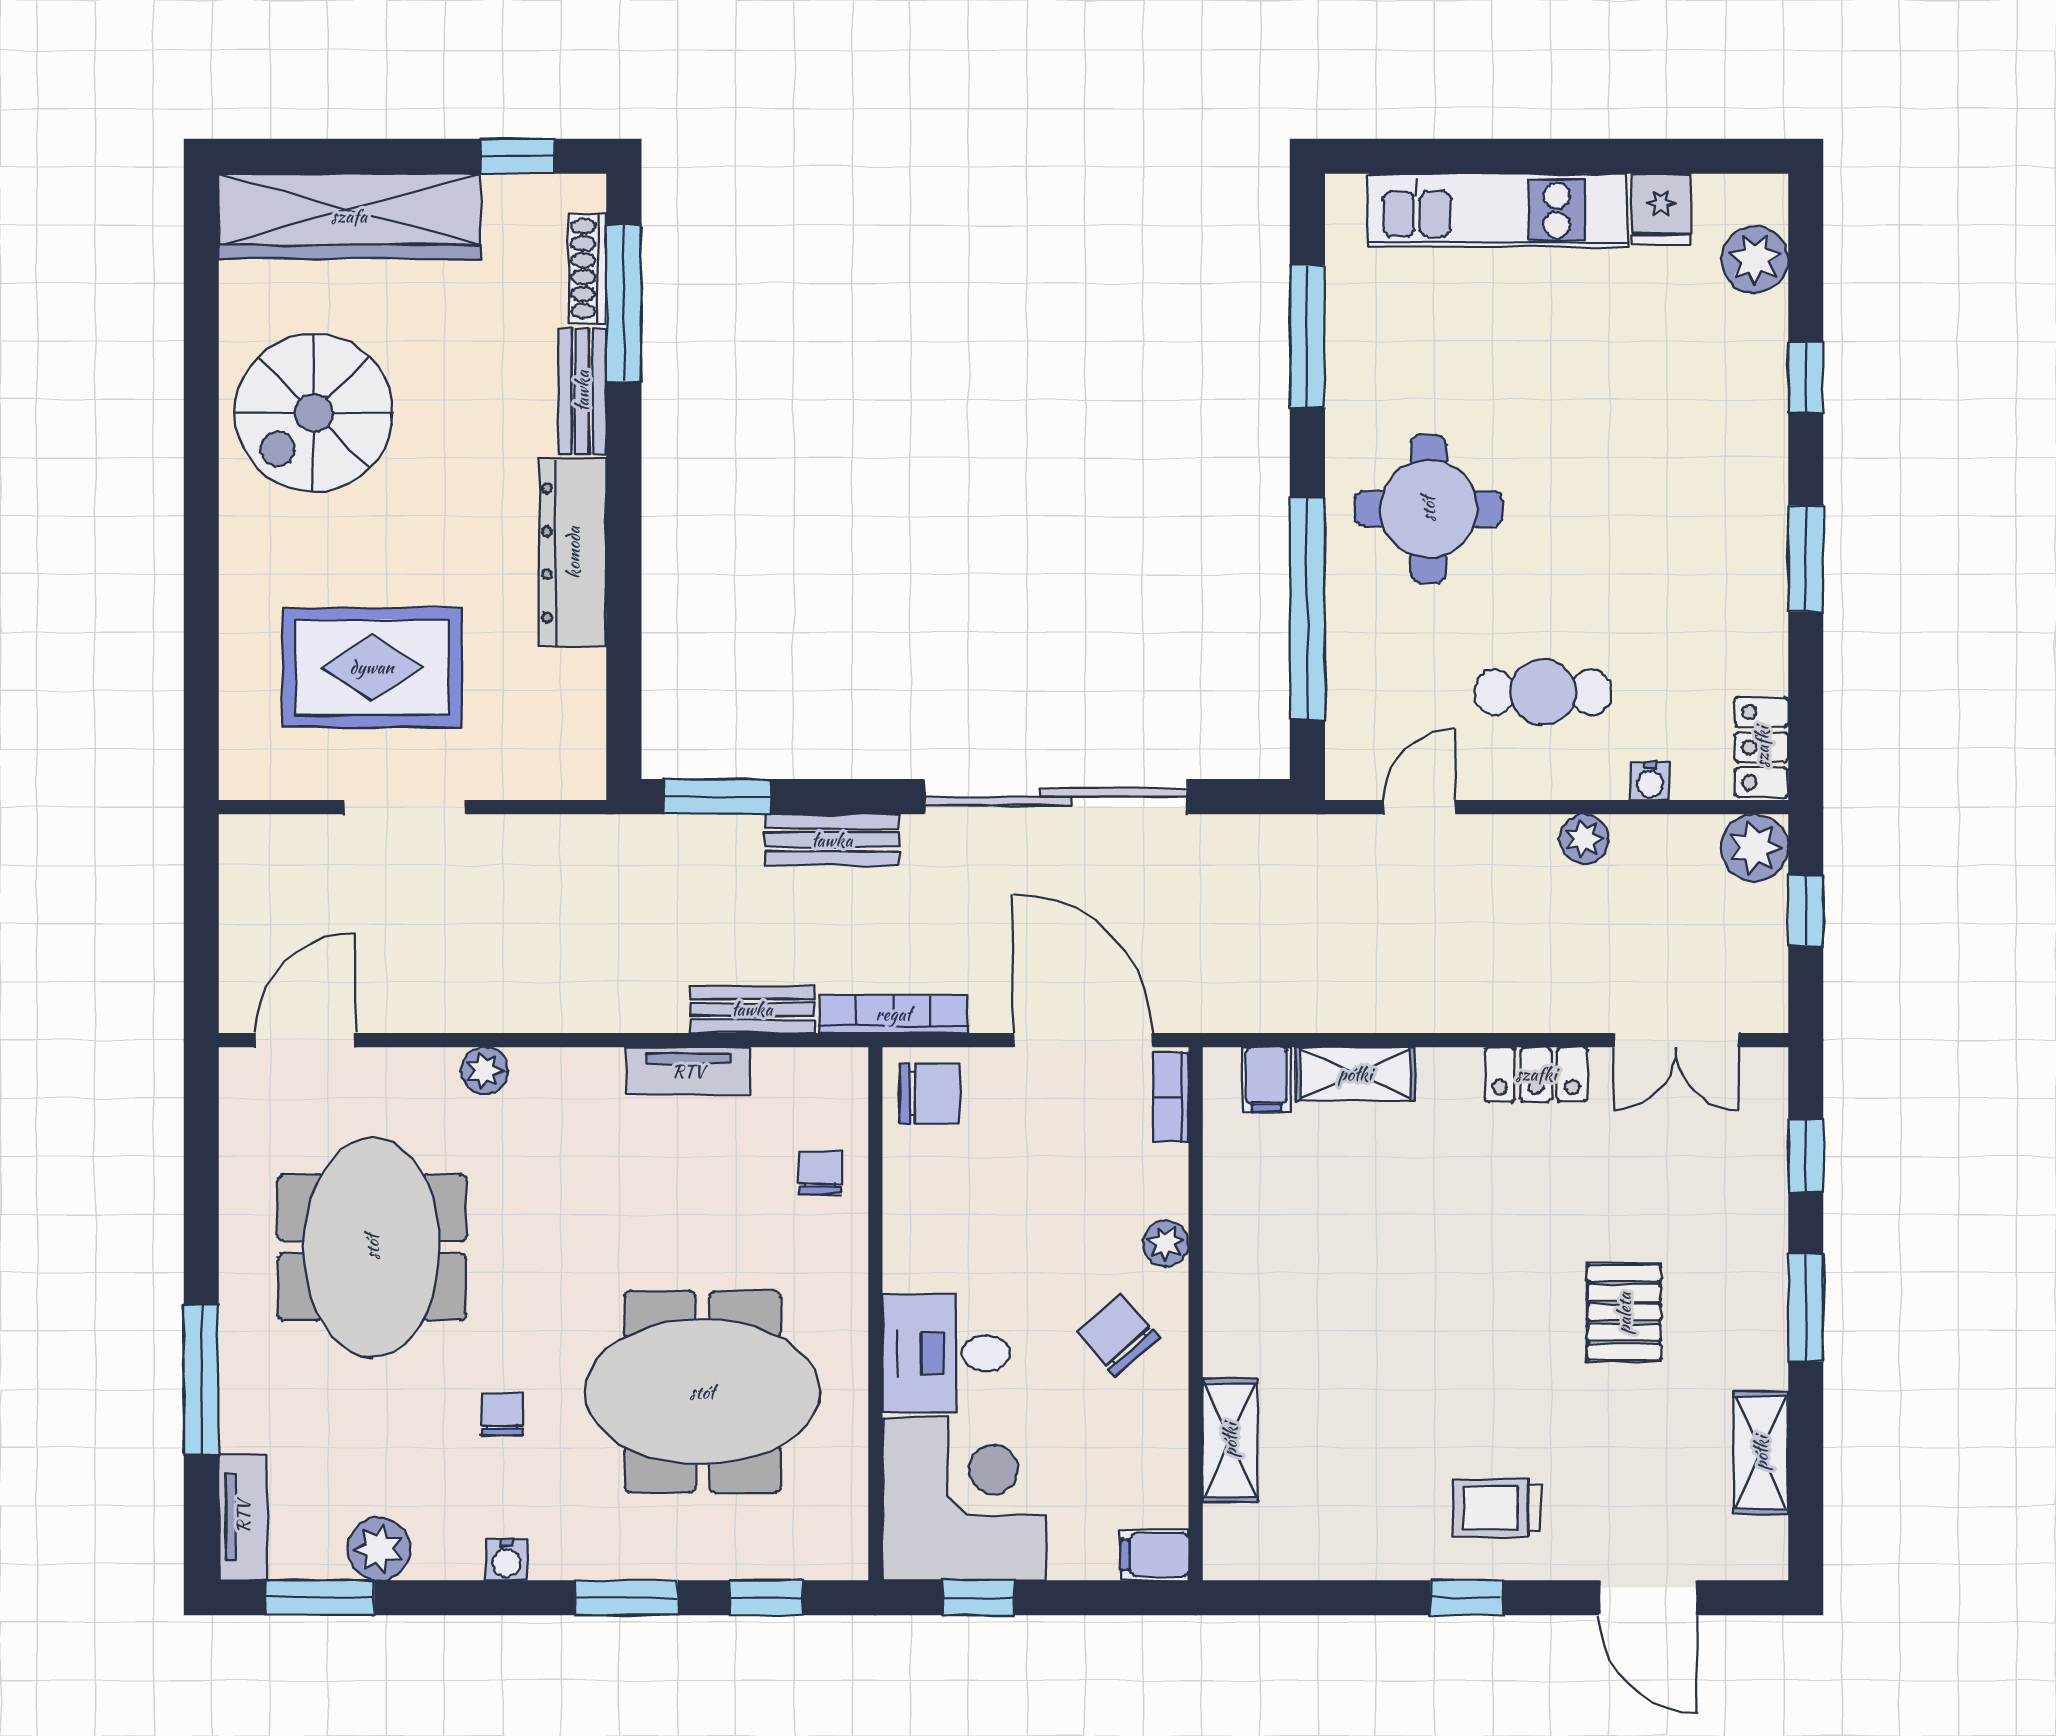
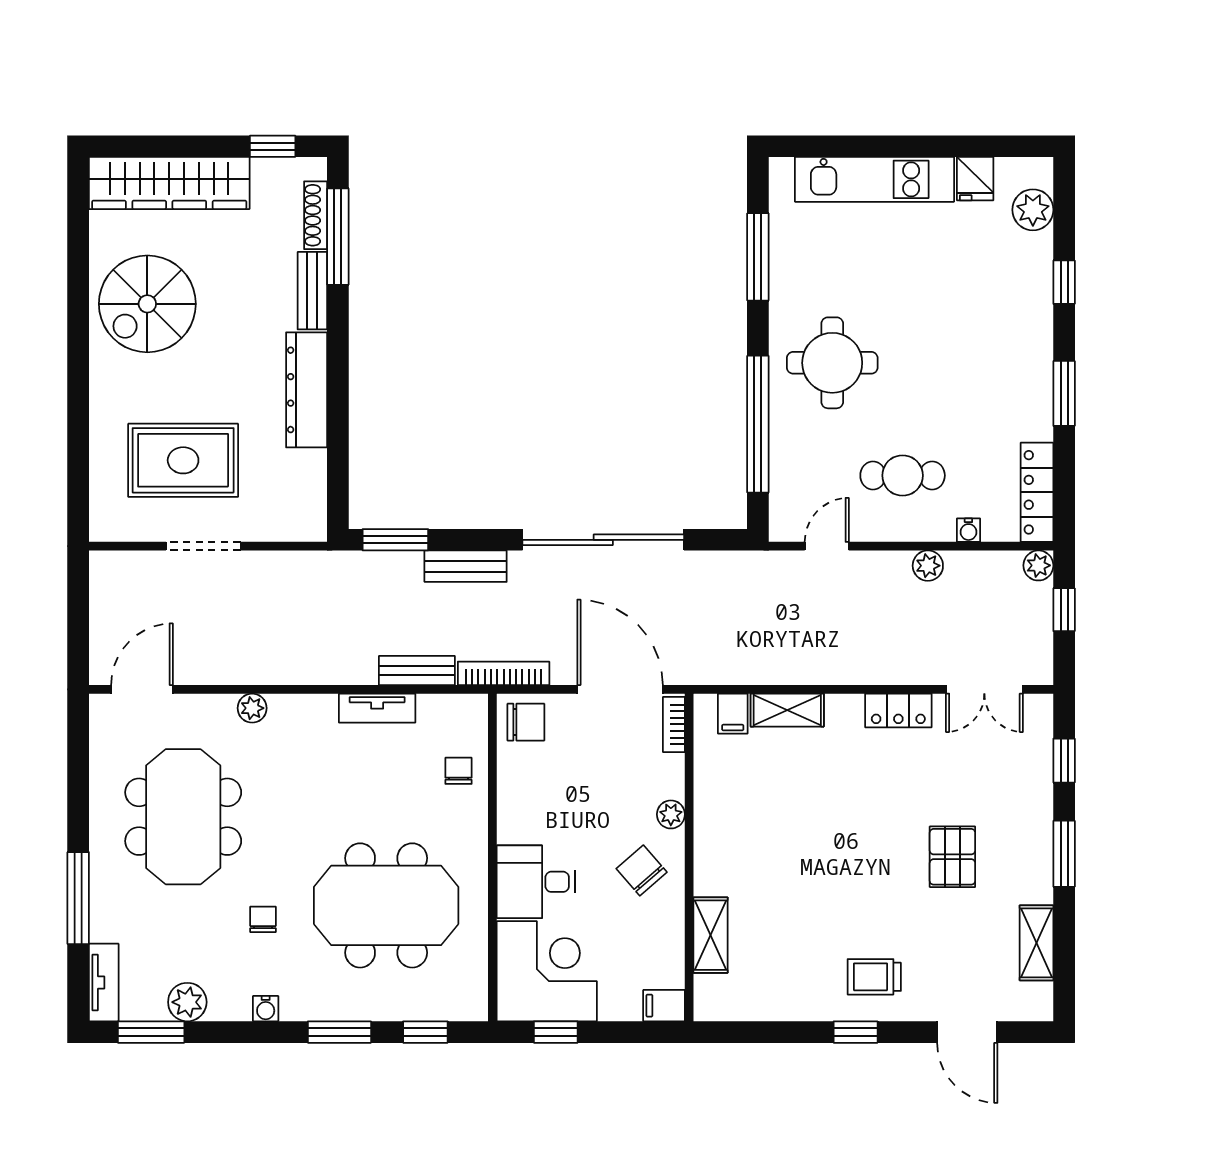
locker: (1762, 747) -> (1037, 492), width x1.53
plant: (1755, 848) -> (1038, 565), width x0.73, depth x0.73

